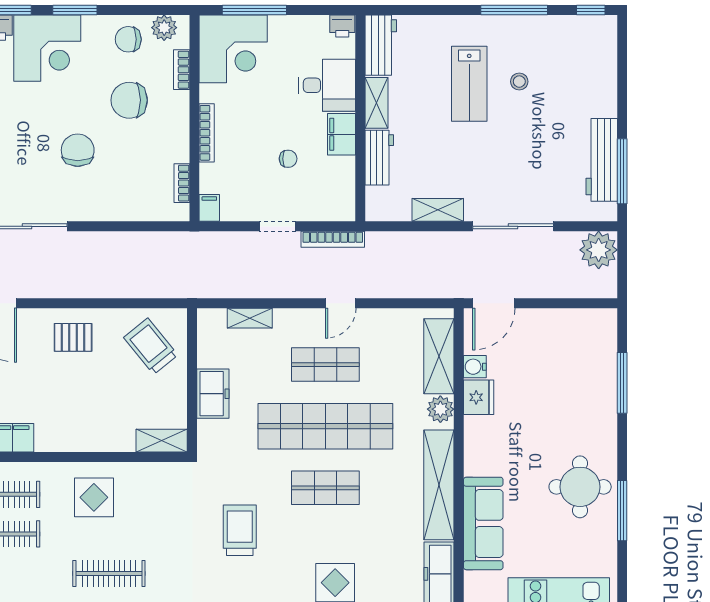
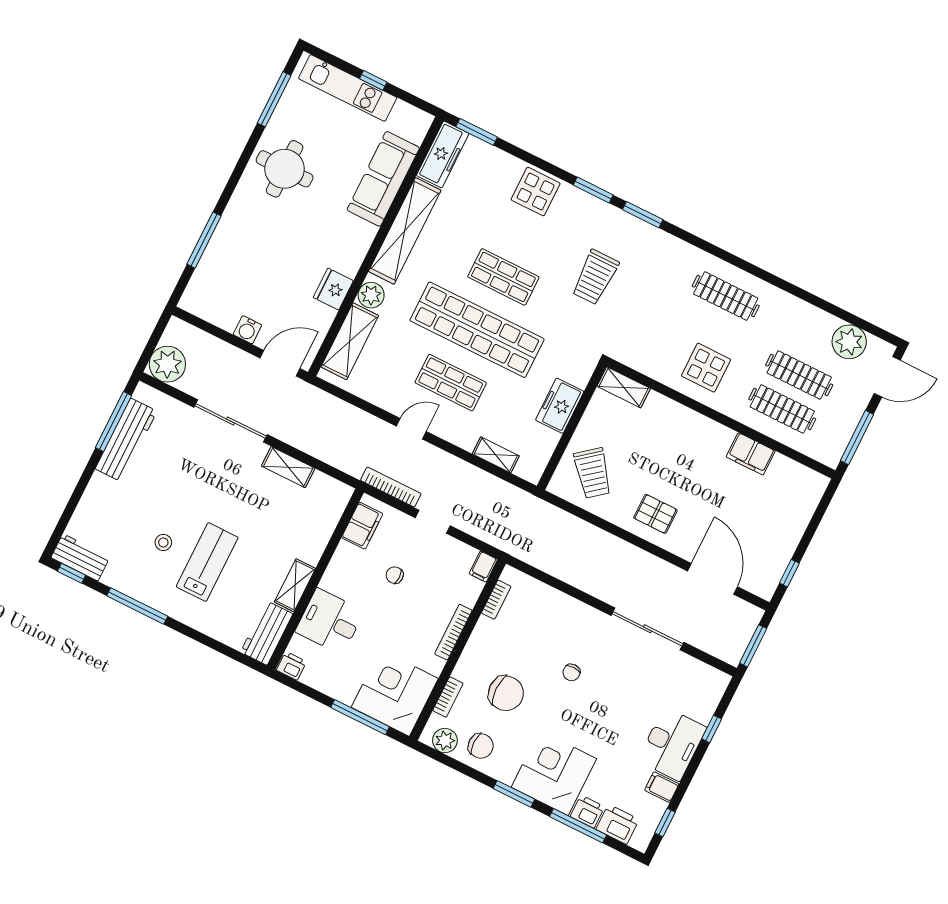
filing cabinet: (341, 134) -> (362, 526), moved
chair: (78, 150) -> (571, 672), width x0.54, depth x0.54
workbench: (379, 158) -> (80, 557), moved, turned 90
water cooler: (475, 367) -> (247, 330), moved, turned 90
window: (622, 511) -> (274, 99), moved

